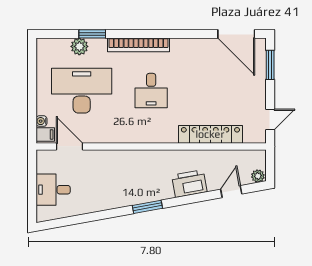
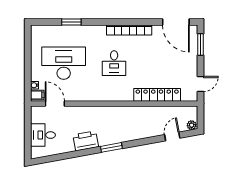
bookcase: (138, 45) -> (129, 30), moved
plant: (79, 46) -> (62, 31), removed
printer: (189, 184) -> (86, 141), moved

